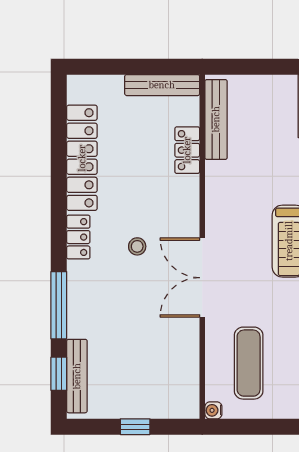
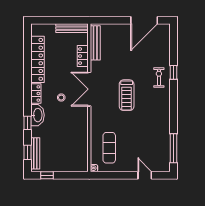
double door: (202, 278) -> (89, 89), moved
washbasin: (82, 287) -> (37, 115), added
window: (59, 305) -> (27, 123), width x0.46
window: (135, 427) -> (47, 175), moved

